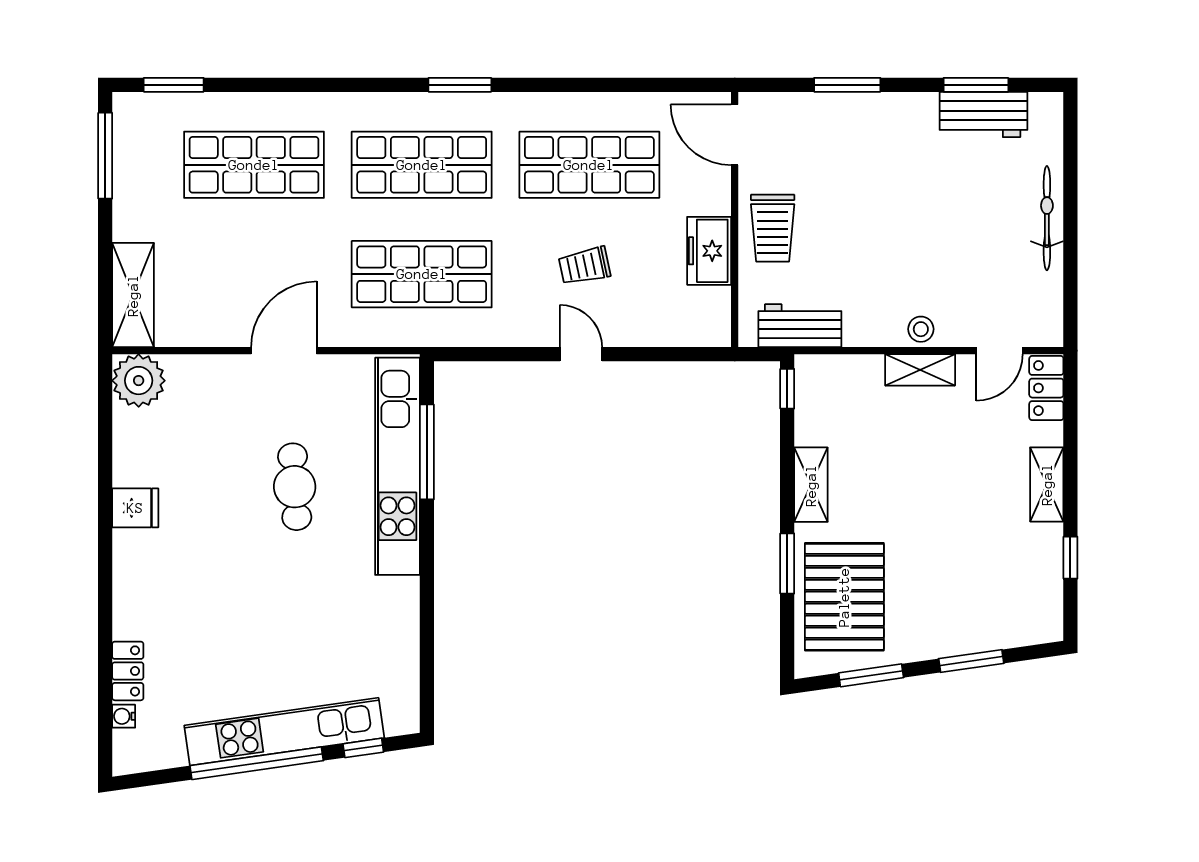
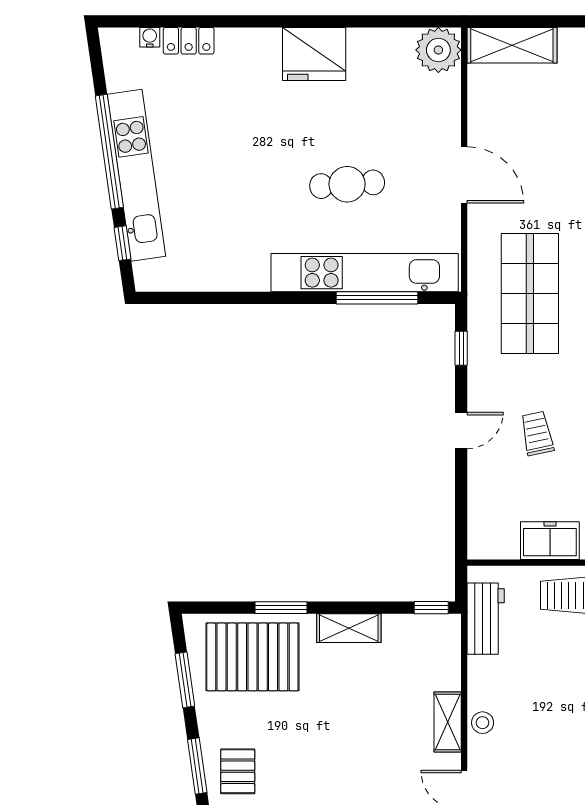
window: (485, 354) -> (461, 348), added
fridge: (135, 508) -> (314, 54), width x1.88, depth x1.34
pallet: (977, 614) -> (238, 771), added

